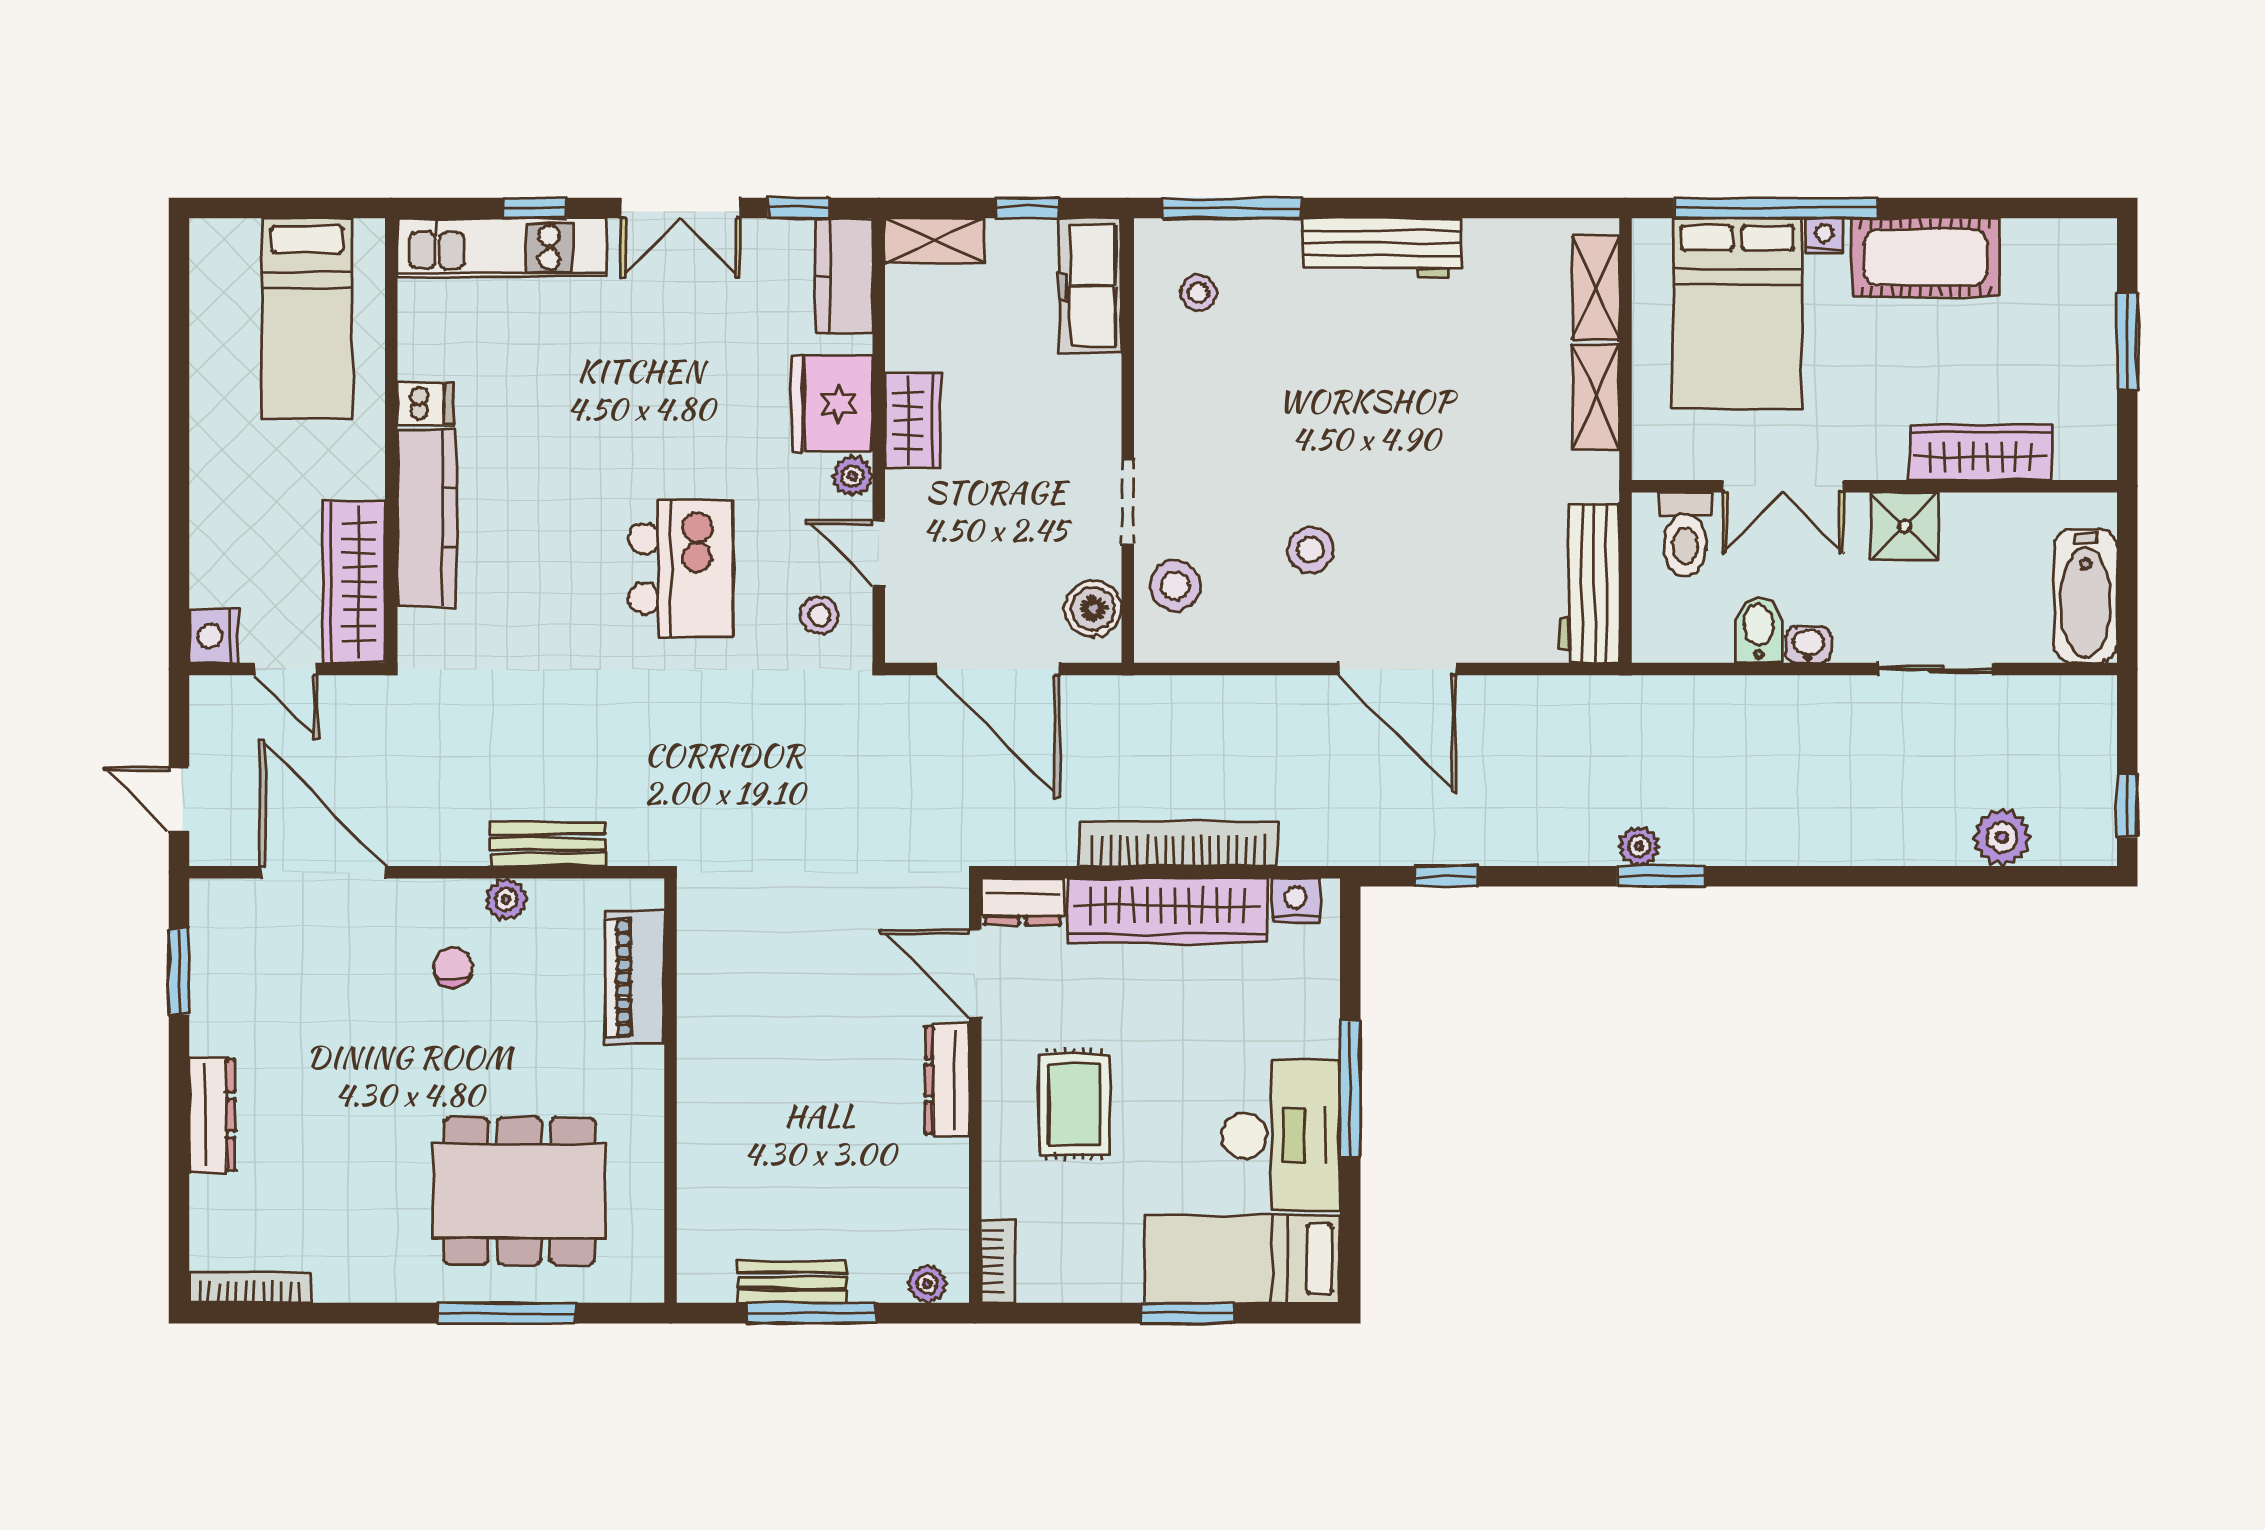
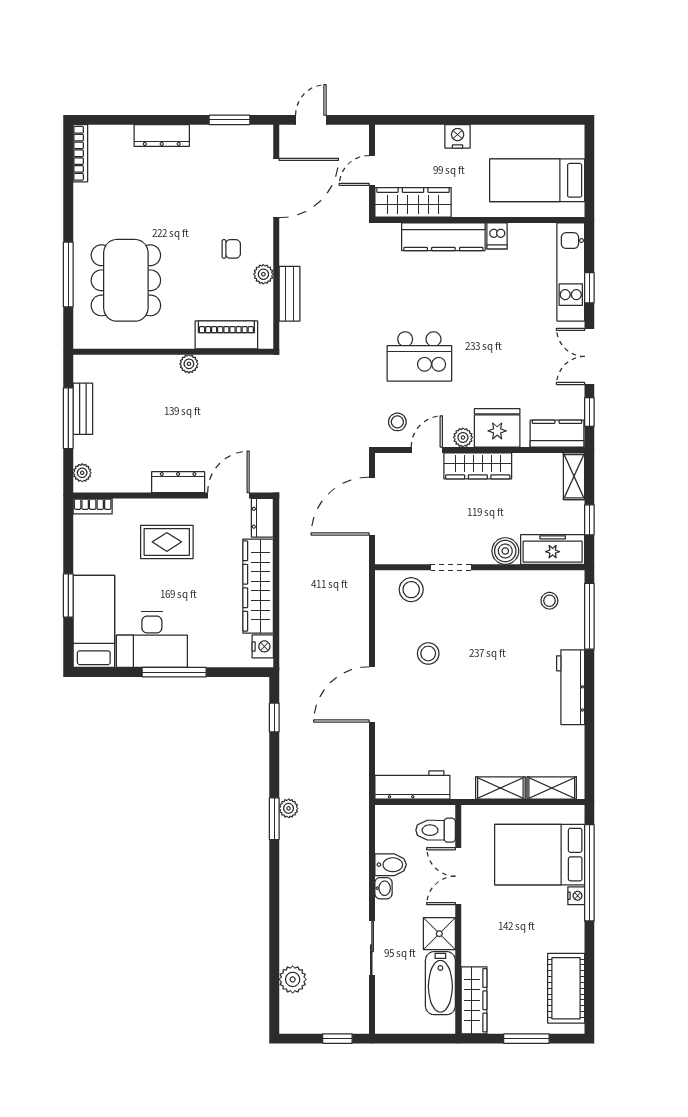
cot: (1926, 257) -> (566, 988), moved
wardrobe: (913, 421) -> (478, 466), width x1.50
wardrobe: (1980, 453) -> (474, 1000), moved
bathtub: (2086, 596) -> (440, 983), moved, turned -90
boiler: (1093, 609) -> (505, 551), moved
nightstand: (214, 636) -> (458, 136), moved
window: (2127, 806) -> (337, 1039), moved
bookcase: (1178, 844) -> (290, 591), removed
plant: (696, 1057) -> (189, 364), added

